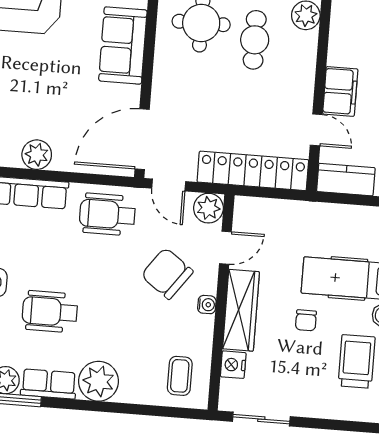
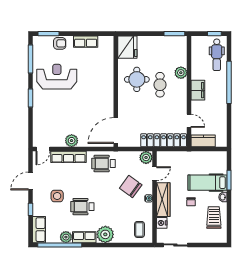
sofa: (123, 45) -> (104, 92), removed
filing cabinet: (340, 91) -> (198, 90), moved
door: (169, 185) -> (128, 149), removed

